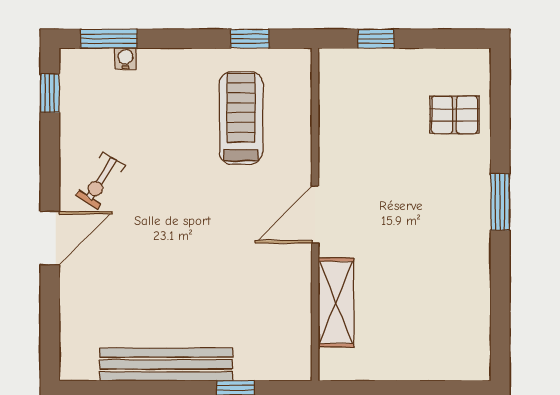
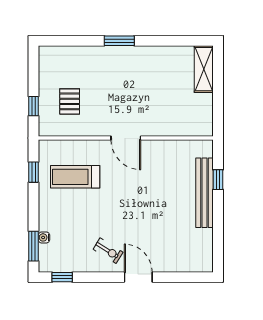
pallet: (455, 115) -> (70, 101), moved
shelving: (336, 303) -> (204, 69), moved, turned 90
bench: (166, 364) -> (204, 193), moved

